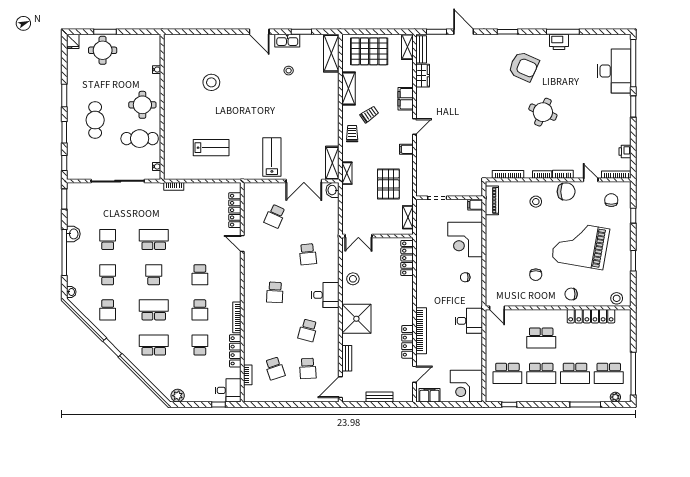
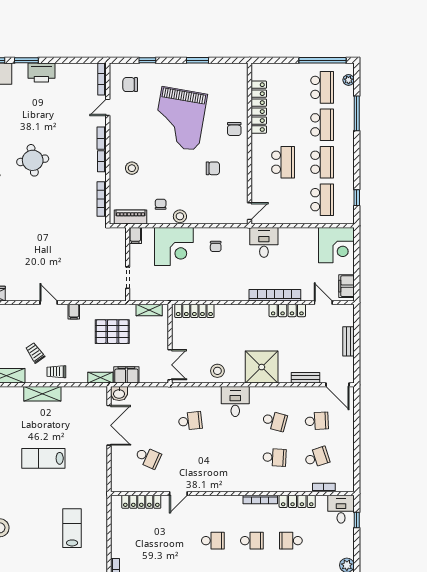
filing cabinet: (406, 99) -> (126, 375), moved, turned 180
round table: (543, 112) -> (33, 160), turned -31
printer: (625, 151) -> (41, 73), moved, width x1.87, depth x1.48
lab bench: (272, 157) -> (43, 458), moved
shelving: (332, 163) -> (42, 394), moved
chair: (566, 192) -> (161, 204), moved, width x0.54, depth x0.54
school desk: (275, 292) -> (275, 457), moved
stool: (617, 298) -> (180, 216), moved

